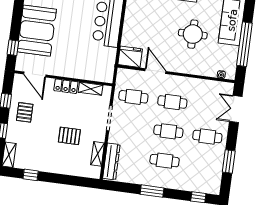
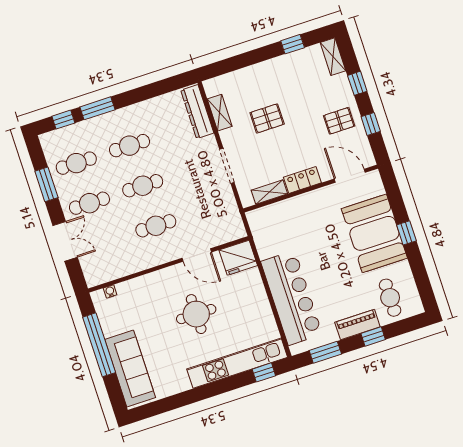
round table: (193, 34) -> (196, 314), moved
window: (13, 48) -> (406, 233), moved
cafe table: (133, 97) -> (76, 163), moved
double door: (236, 109) -> (65, 241), moved
pallet: (25, 112) -> (339, 121), turned 90
window: (152, 191) -> (97, 108), moved

